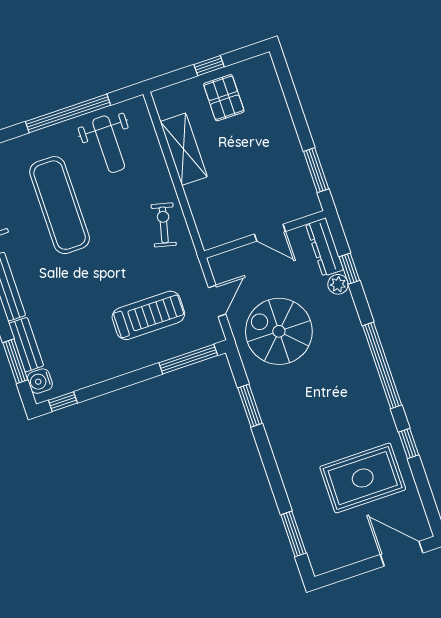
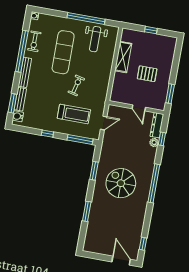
pallet: (224, 98) -> (147, 74), moved, turned 90
exercise bike: (164, 225) -> (76, 85), moved
spiral stairs: (279, 331) -> (121, 183), moved
window: (63, 402) -> (47, 134), moved
window: (409, 444) -> (143, 244), moved
rug: (363, 478) -> (122, 223), removed
window: (293, 534) -> (87, 211), moved

